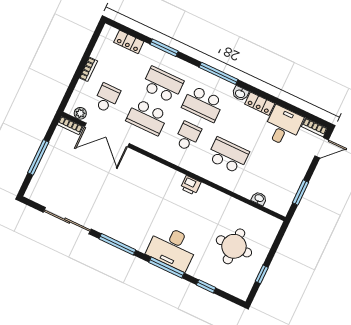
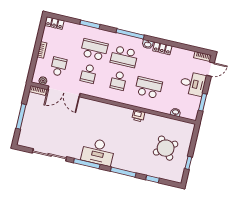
locker: (129, 42) -> (55, 23), moved
school desk: (147, 117) -> (89, 74), width x0.54
desk: (283, 126) -> (193, 84), moved, turned 90
school desk: (188, 136) -> (119, 81), turned 180
printer: (191, 185) -> (138, 116), moved
round table: (234, 246) -> (166, 148), turned -37
desk: (172, 248) -> (98, 152), moved

